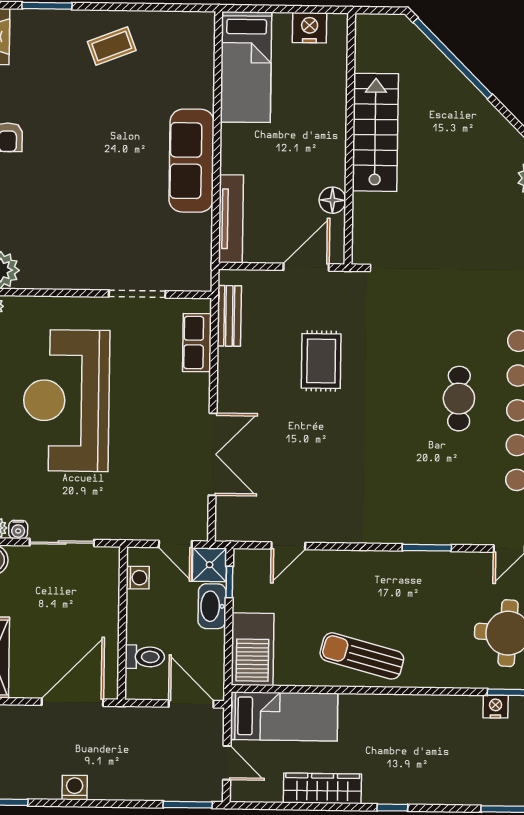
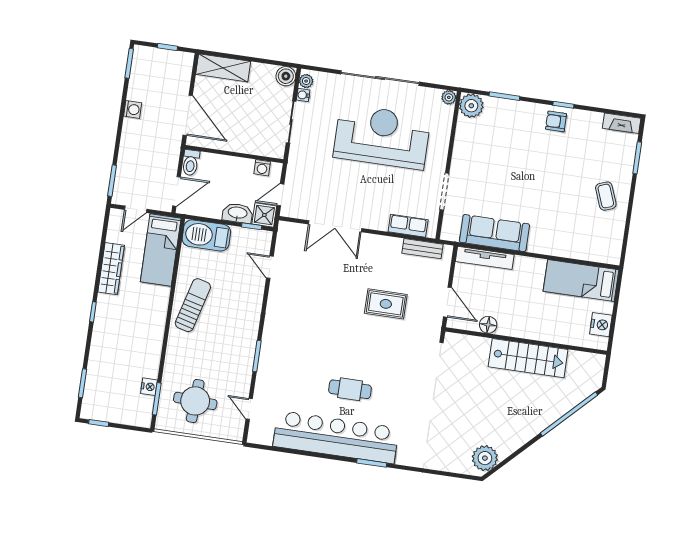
sofa: (192, 161) -> (494, 233), moved
toilet: (145, 657) -> (191, 163), moved

